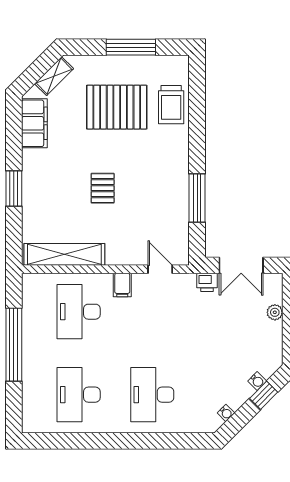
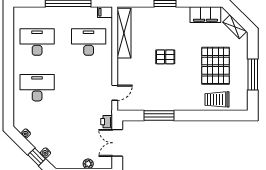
filing cabinet: (122, 285) -> (105, 12), moved

